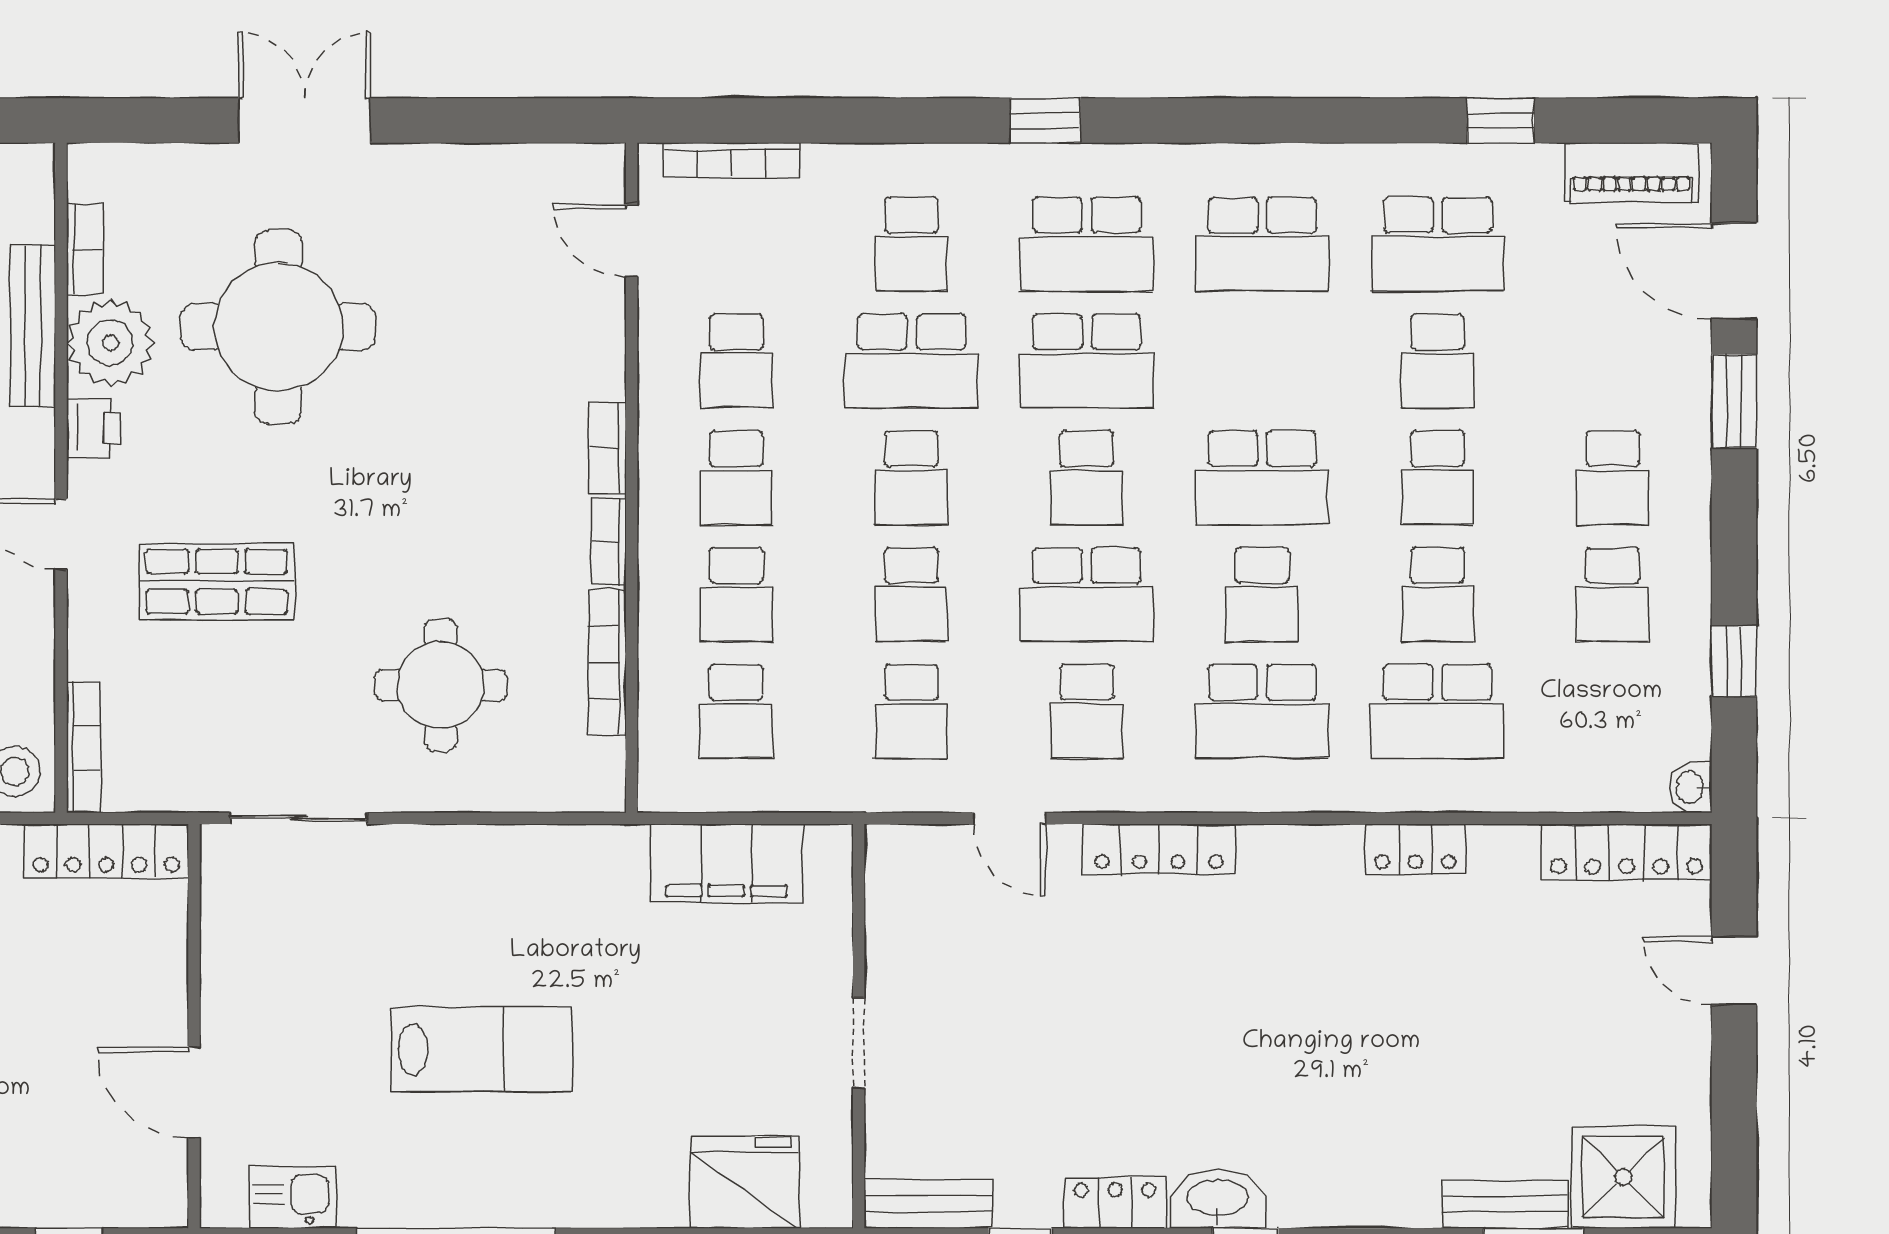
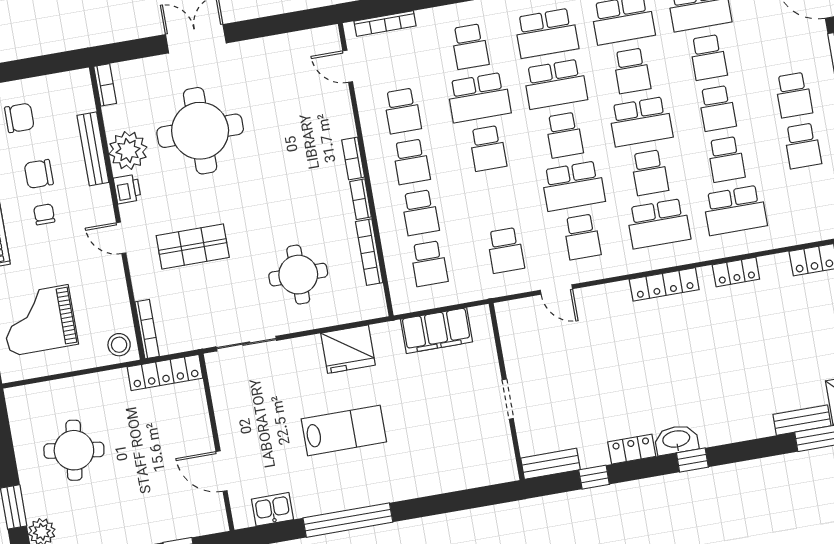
bookcase: (85, 249) -> (105, 85), moved
school desk: (911, 595) -> (632, 71), moved
locker: (1159, 849) -> (664, 284), moved
fridge: (745, 1182) -> (348, 349), moved, turned 180

